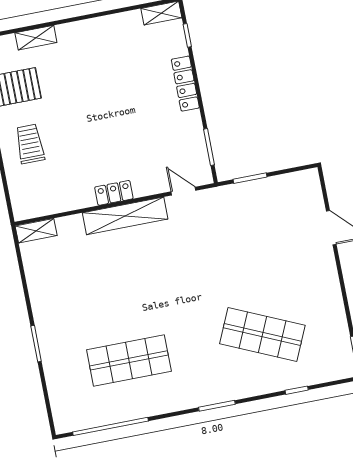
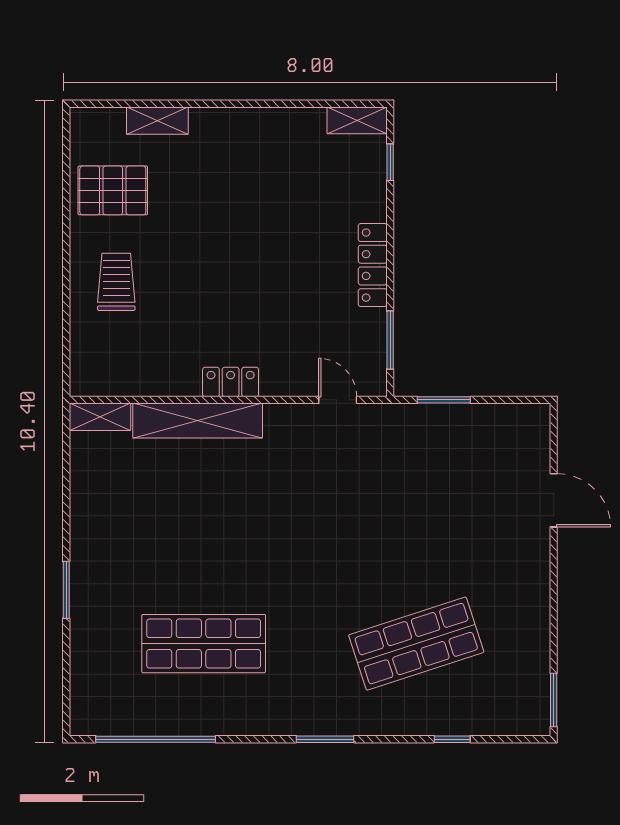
locker: (185, 84) -> (373, 265), moved
shelving: (125, 216) -> (198, 421), moved
shop shelf: (262, 335) -> (416, 644), turned -42

